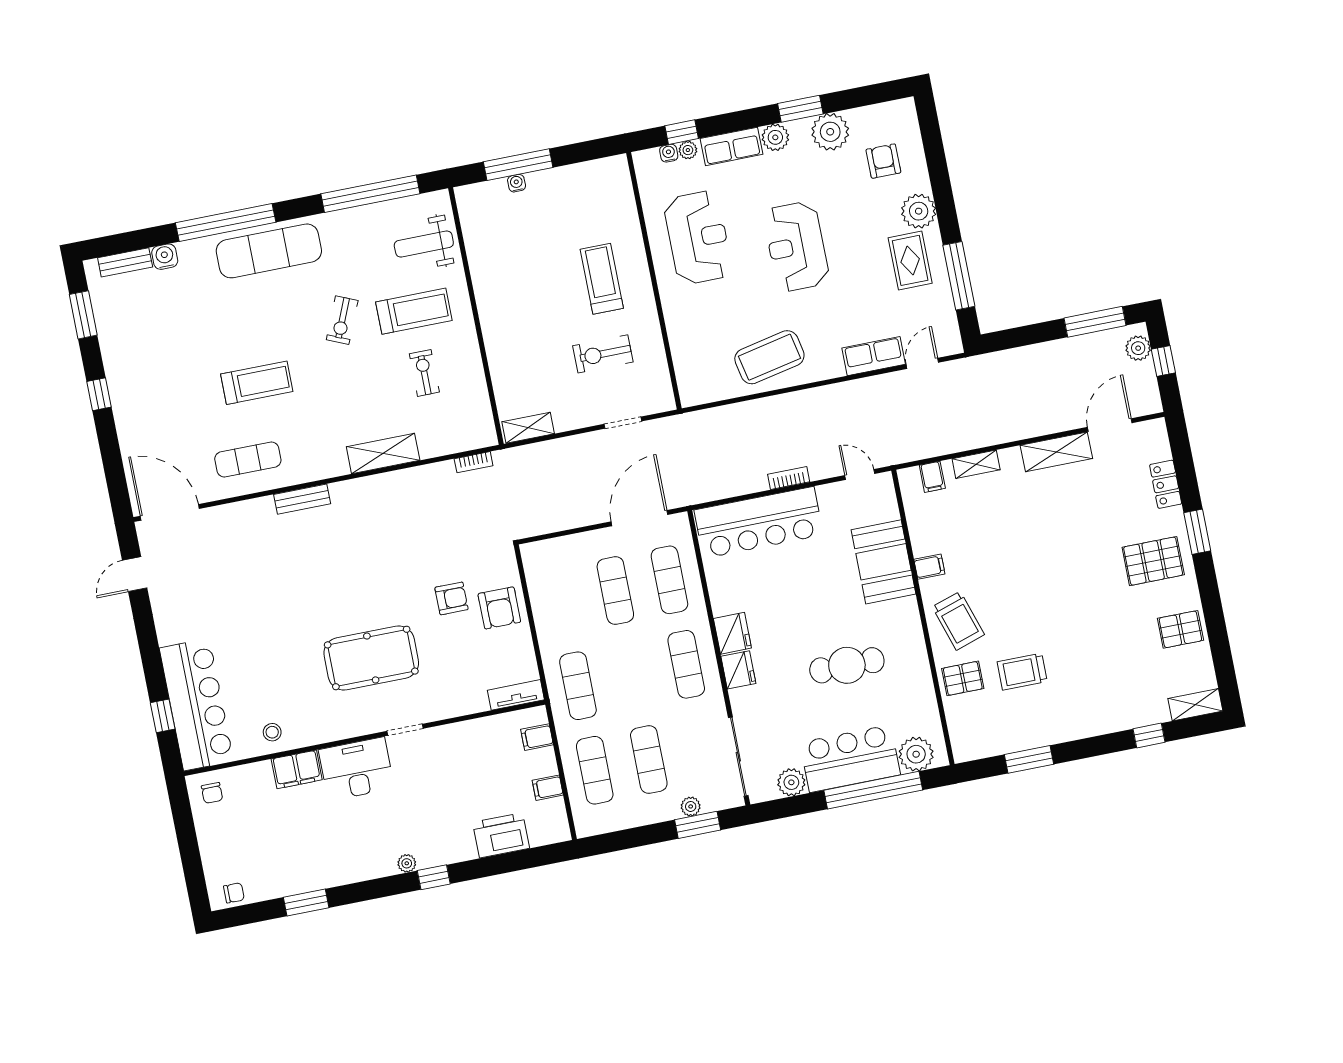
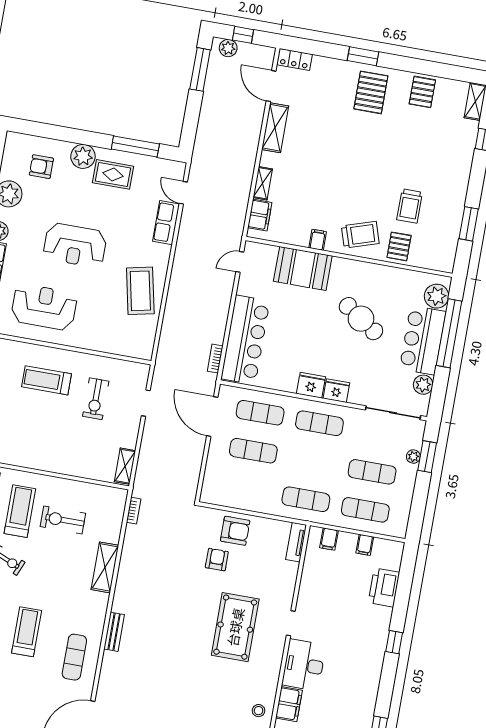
exercise bike: (424, 373) -> (63, 520), width x1.38, depth x1.39
filing cabinet: (932, 477) -> (260, 215), width x2.00
bookcase: (789, 478) -> (215, 359), moved
locker: (1166, 484) -> (294, 59), moved
cafe table: (847, 665) -> (361, 319), turned -56
plant: (407, 863) -> (378, 656), removed

